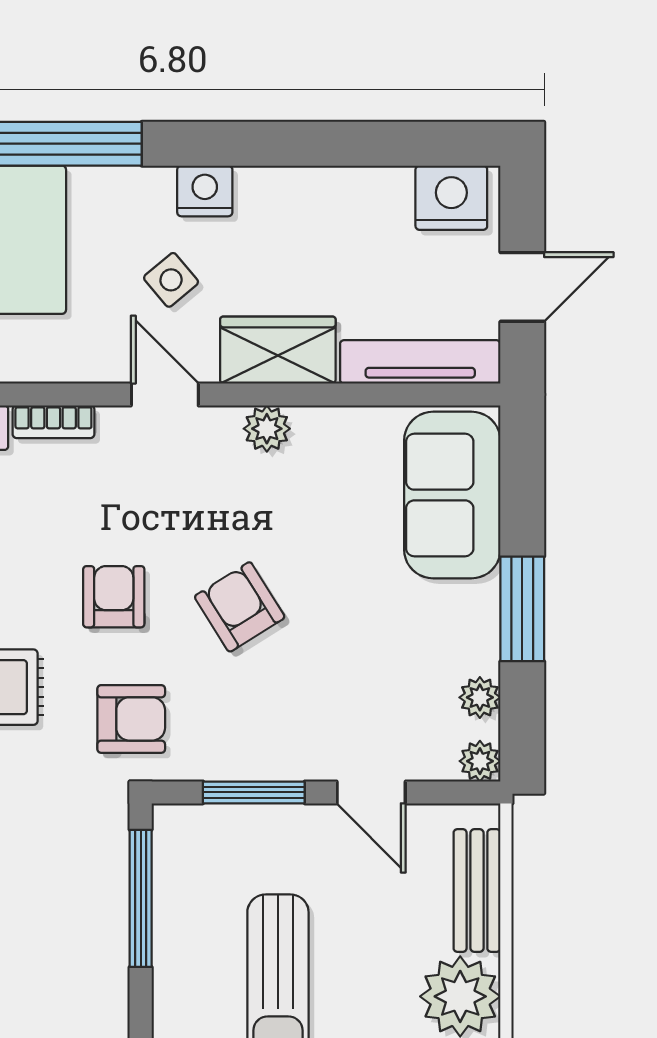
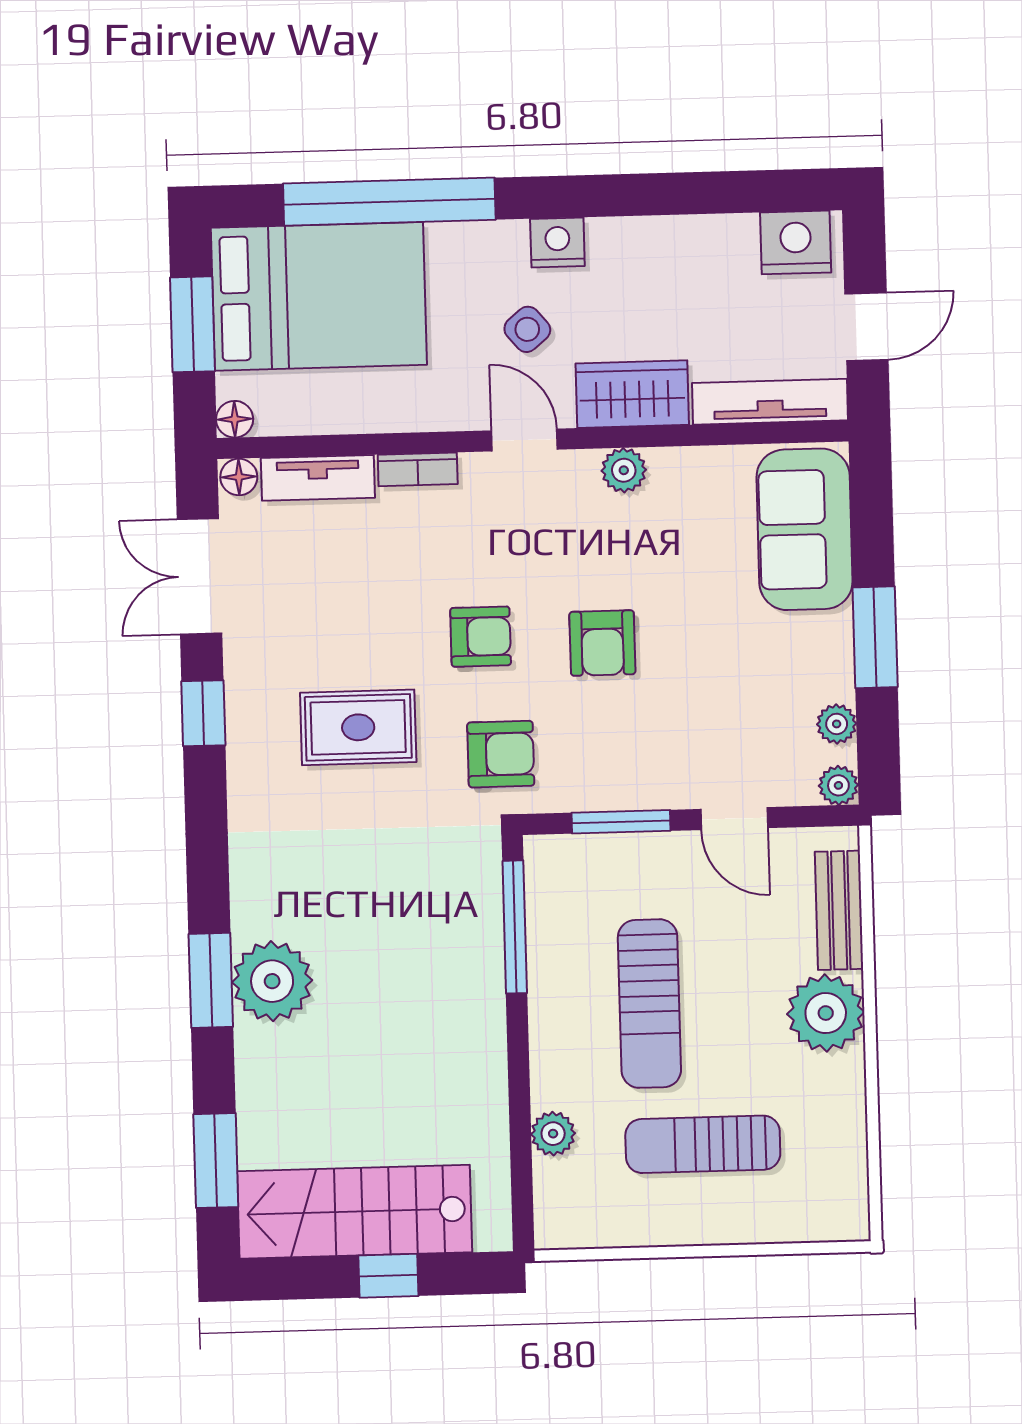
armchair: (114, 597) -> (481, 637), turned 90
armchair: (240, 607) -> (602, 643), turned -148

